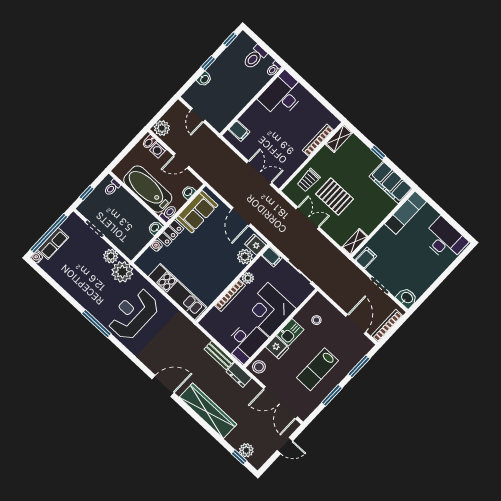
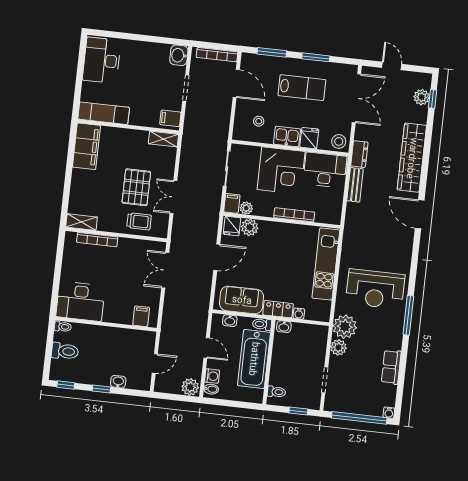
window: (378, 153) -> (68, 178), removed
row of seats: (53, 244) -> (391, 367), moved, turned -90
plant: (248, 278) -> (246, 208), moved
door: (356, 324) -> (236, 83), swing flipped

